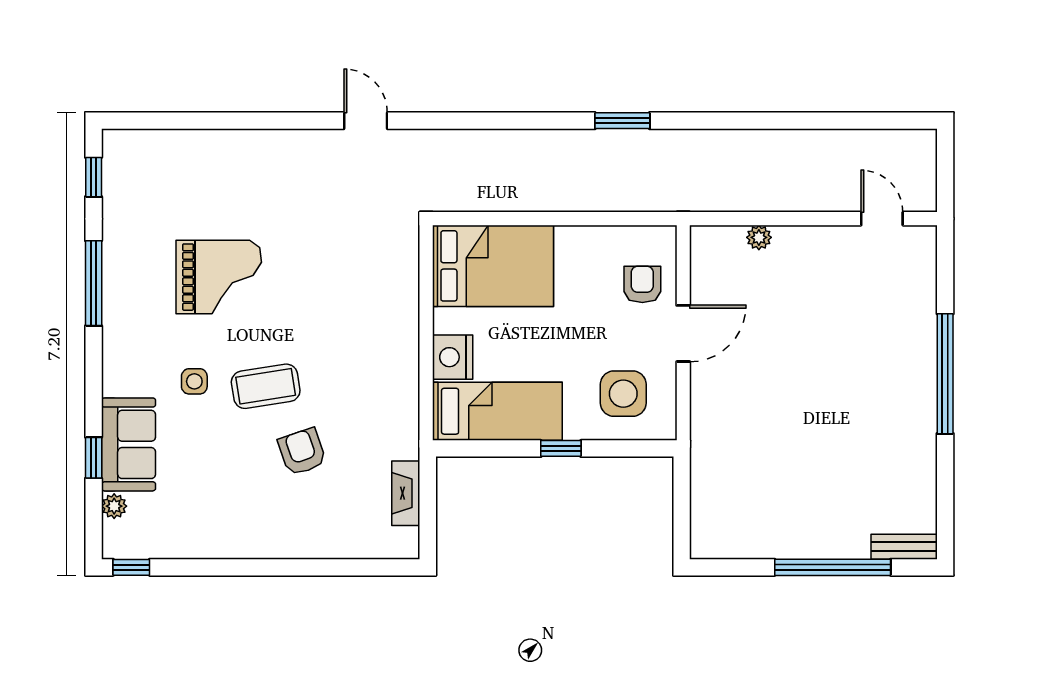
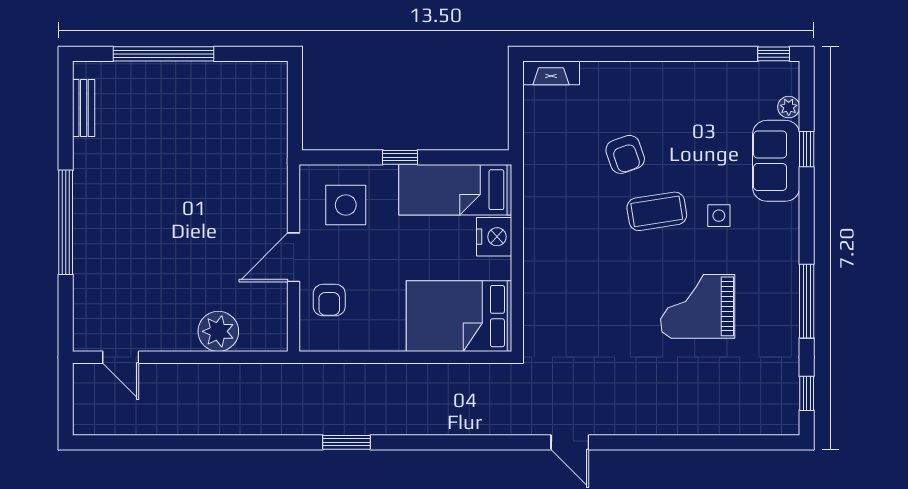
plant: (759, 237) -> (218, 331), width x1.88, depth x1.88
fireplace: (406, 493) -> (551, 73), moved, turned 90
bench: (904, 547) -> (84, 108), moved, turned 90

